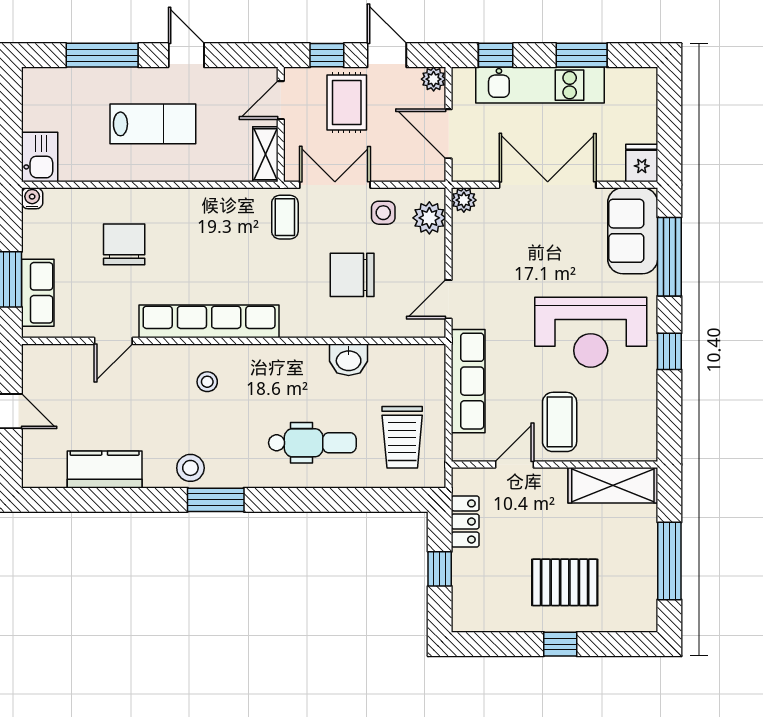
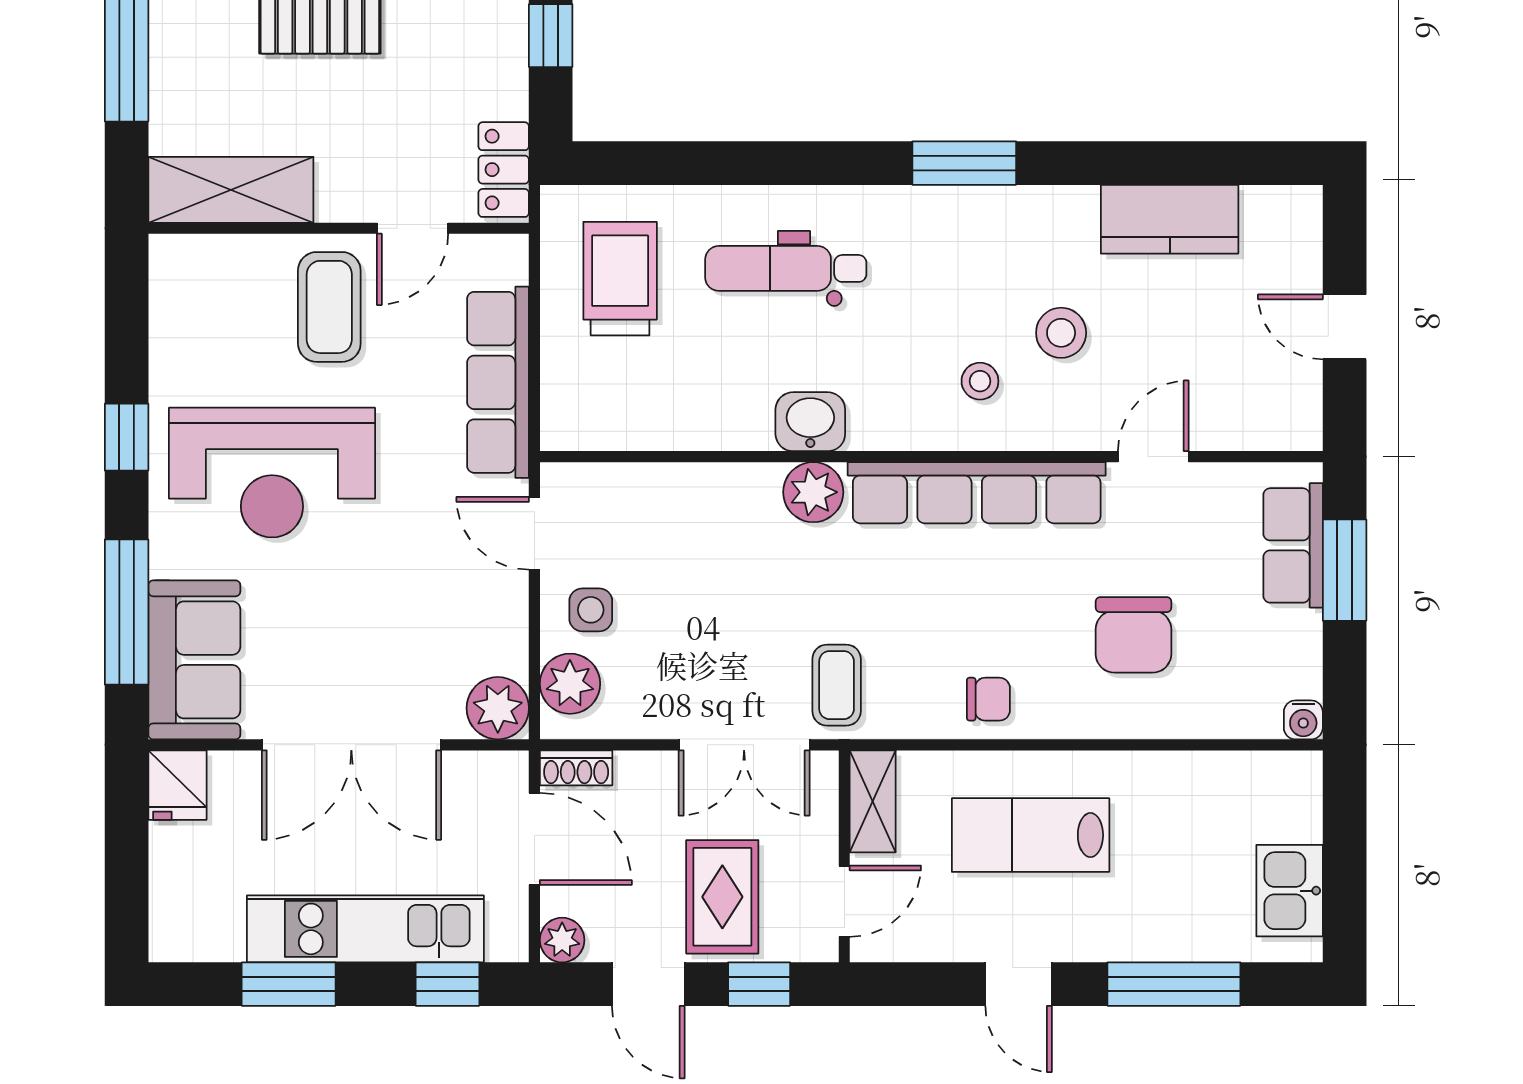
lab bench: (153, 124) -> (1031, 835), moved
kitchen sink: (40, 157) -> (1290, 891), moved
shoe rack: (426, 172) -> (576, 768), added
plant: (464, 200) -> (498, 708), width x1.38, depth x1.38
side table: (383, 213) -> (591, 610), moved
chair: (352, 275) -> (988, 699), moved, width x0.54, depth x0.54
door: (449, 299) -> (534, 533), swing flipped
plant: (298, 322) -> (813, 492), added
reception desk: (591, 332) -> (272, 473), turned 180
washbasin: (349, 360) -> (810, 422), moved
stool: (190, 468) -> (1061, 333), moved
locker: (465, 521) -> (504, 170), moved

